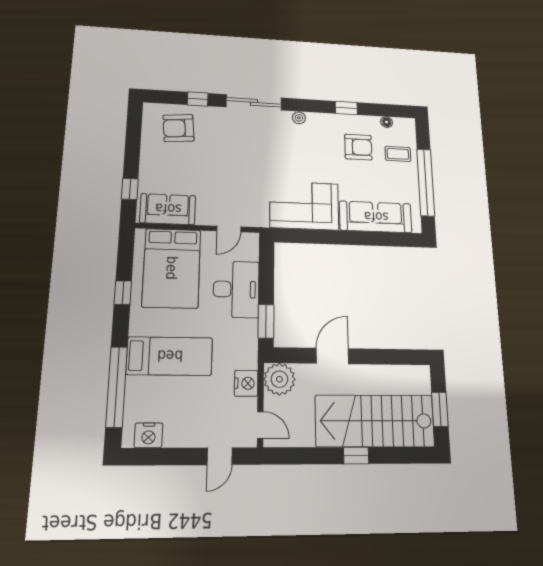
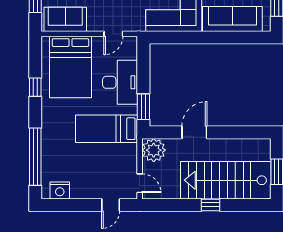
bed: (170, 356) -> (107, 129), moved, turned 180
nightstand: (246, 383) -> (129, 153), removed

